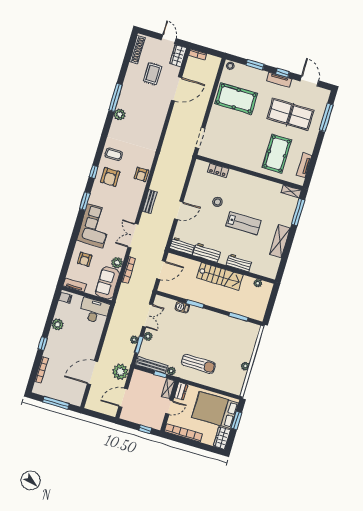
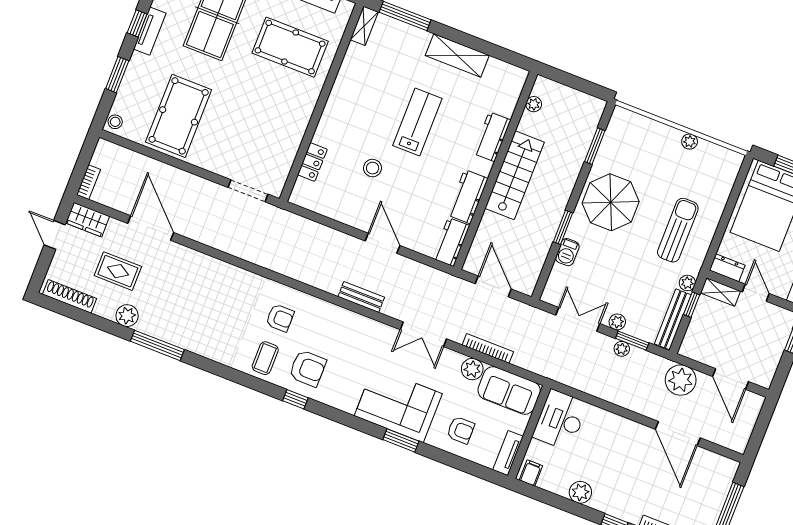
door: (169, 39) -> (55, 235), hinge flipped
plant: (120, 115) -> (127, 316), moved
armchair: (141, 174) -> (280, 318), moved
window: (85, 201) -> (401, 440), moved
parasol: (210, 328) -> (611, 202), added

